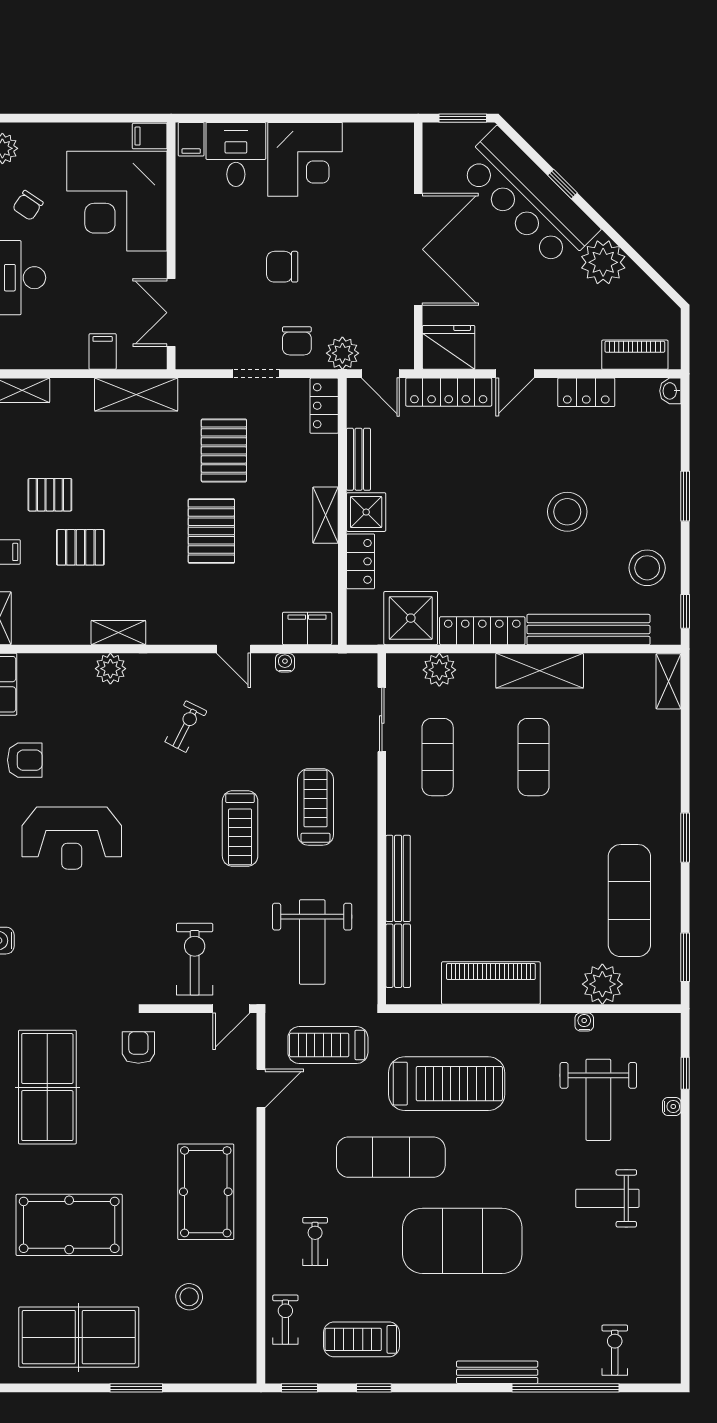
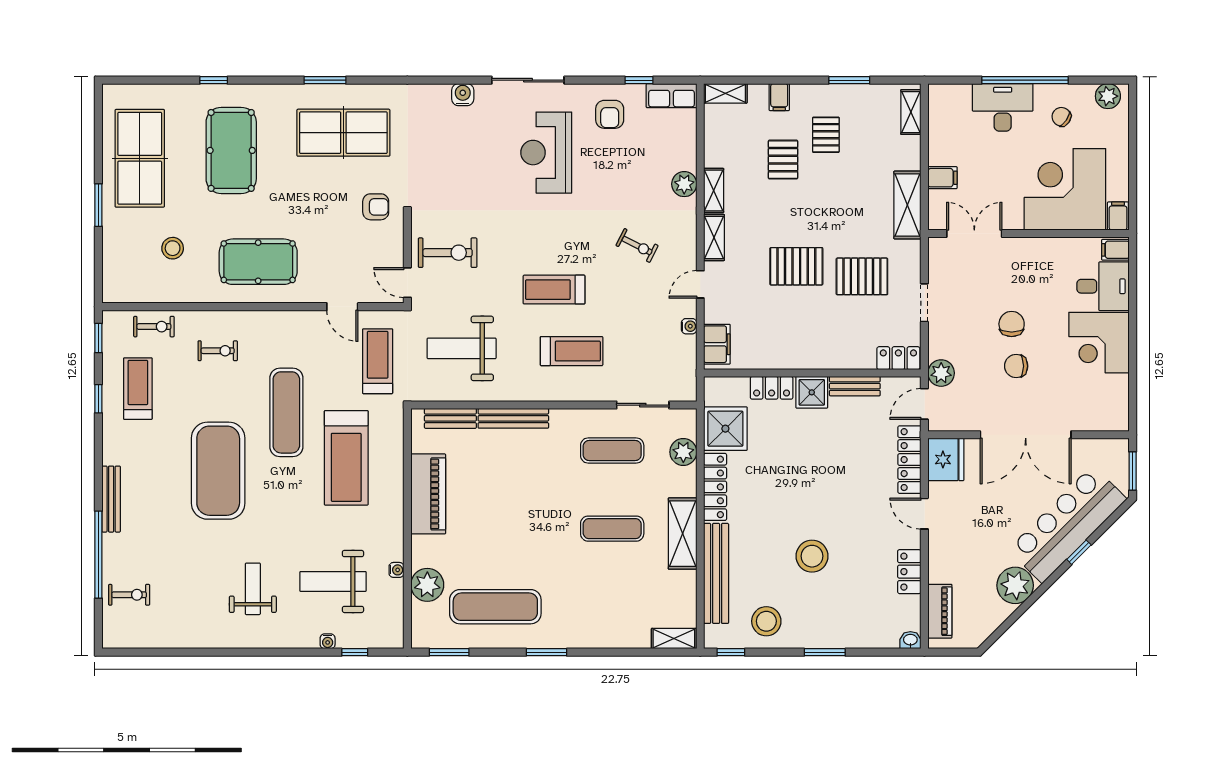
chair: (297, 341) -> (1016, 366), moved
shelving: (325, 515) -> (714, 238), moved, turned 90

